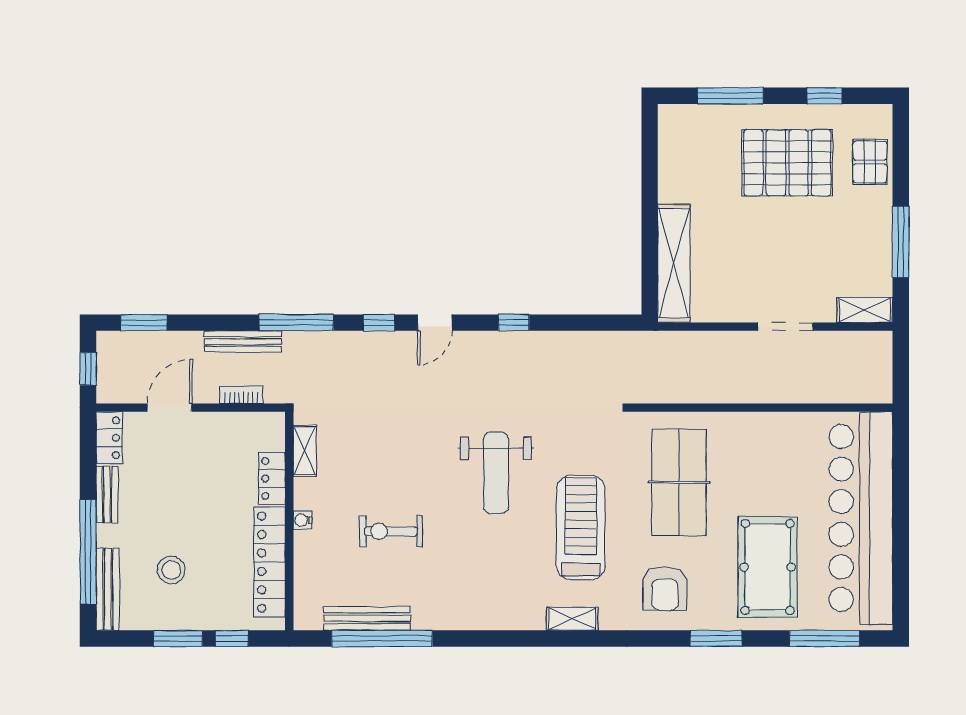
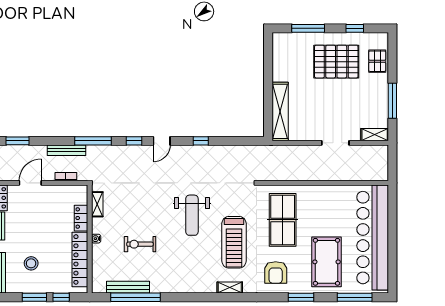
treadmill: (581, 527) -> (234, 242), turned 180

